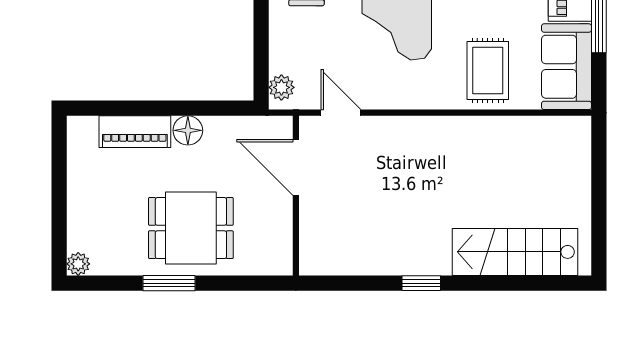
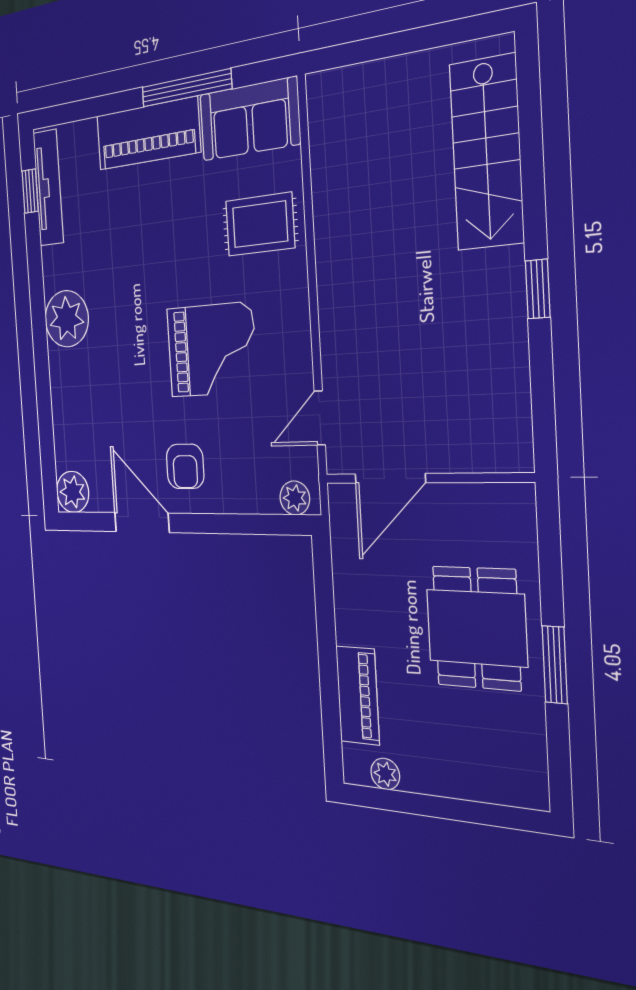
floor lamp: (188, 130) -> (352, 624), removed
plant: (78, 264) -> (385, 774), moved

